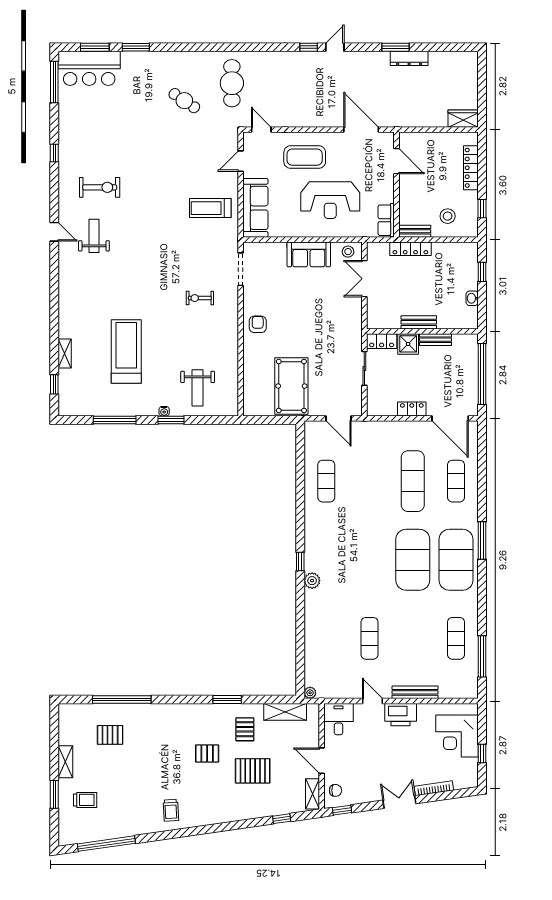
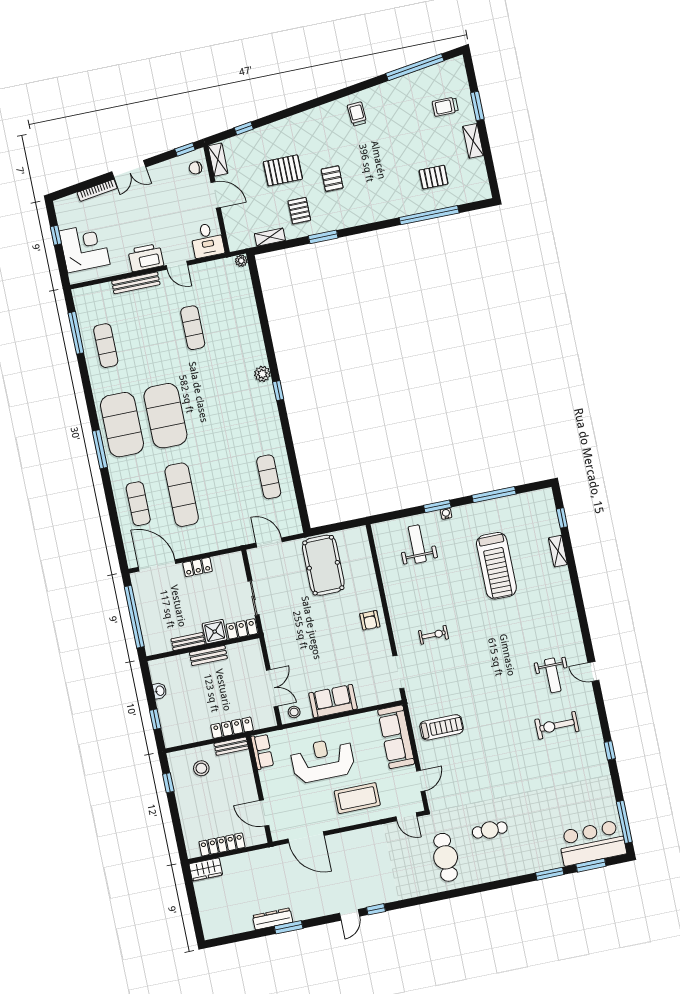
cafe table: (184, 101) -> (490, 830), turned -34
locker: (471, 168) -> (222, 844), moved, turned -90
shelving: (285, 712) -> (270, 237), width x0.67, depth x0.75
pallet: (207, 753) -> (332, 179), turned 90

